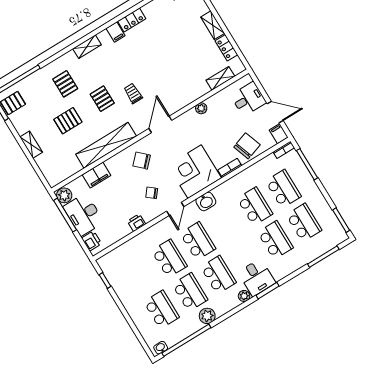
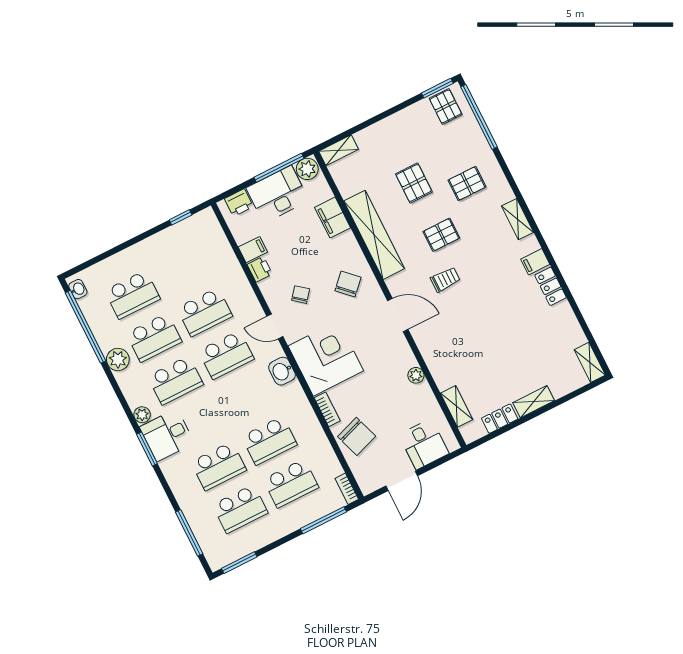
filing cabinet: (279, 134) -> (253, 250), moved
shelving: (31, 145) -> (339, 150), moved

